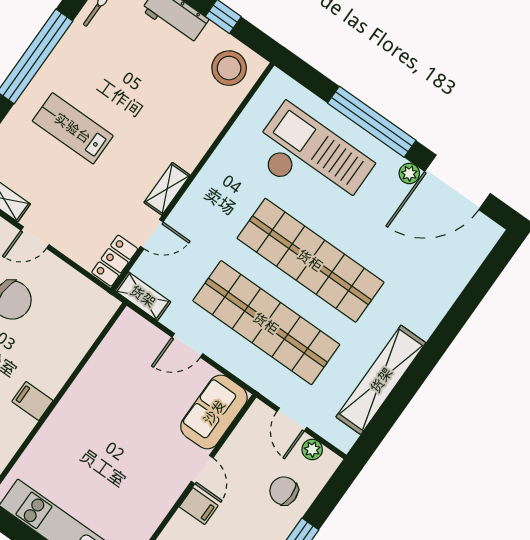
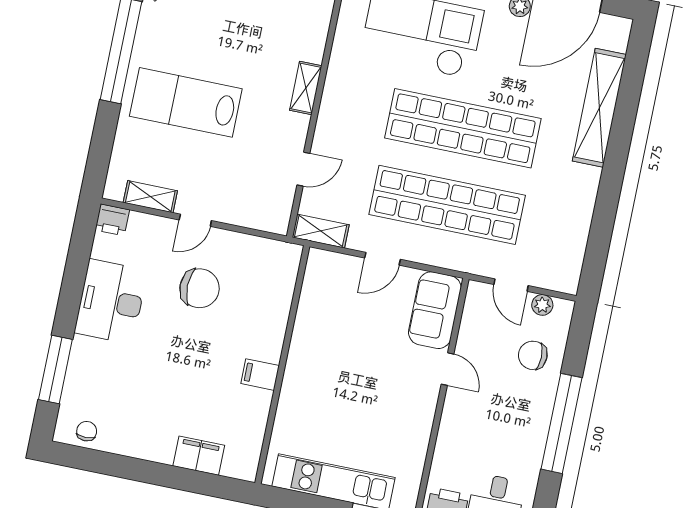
lab bench: (73, 128) -> (186, 102), width x1.36, depth x1.39
shelving: (167, 189) -> (306, 88), moved
locker: (115, 261) -> (280, 209), removed
shelving: (381, 380) -> (599, 108), moved
filing cabinet: (199, 506) -> (459, 405), removed

